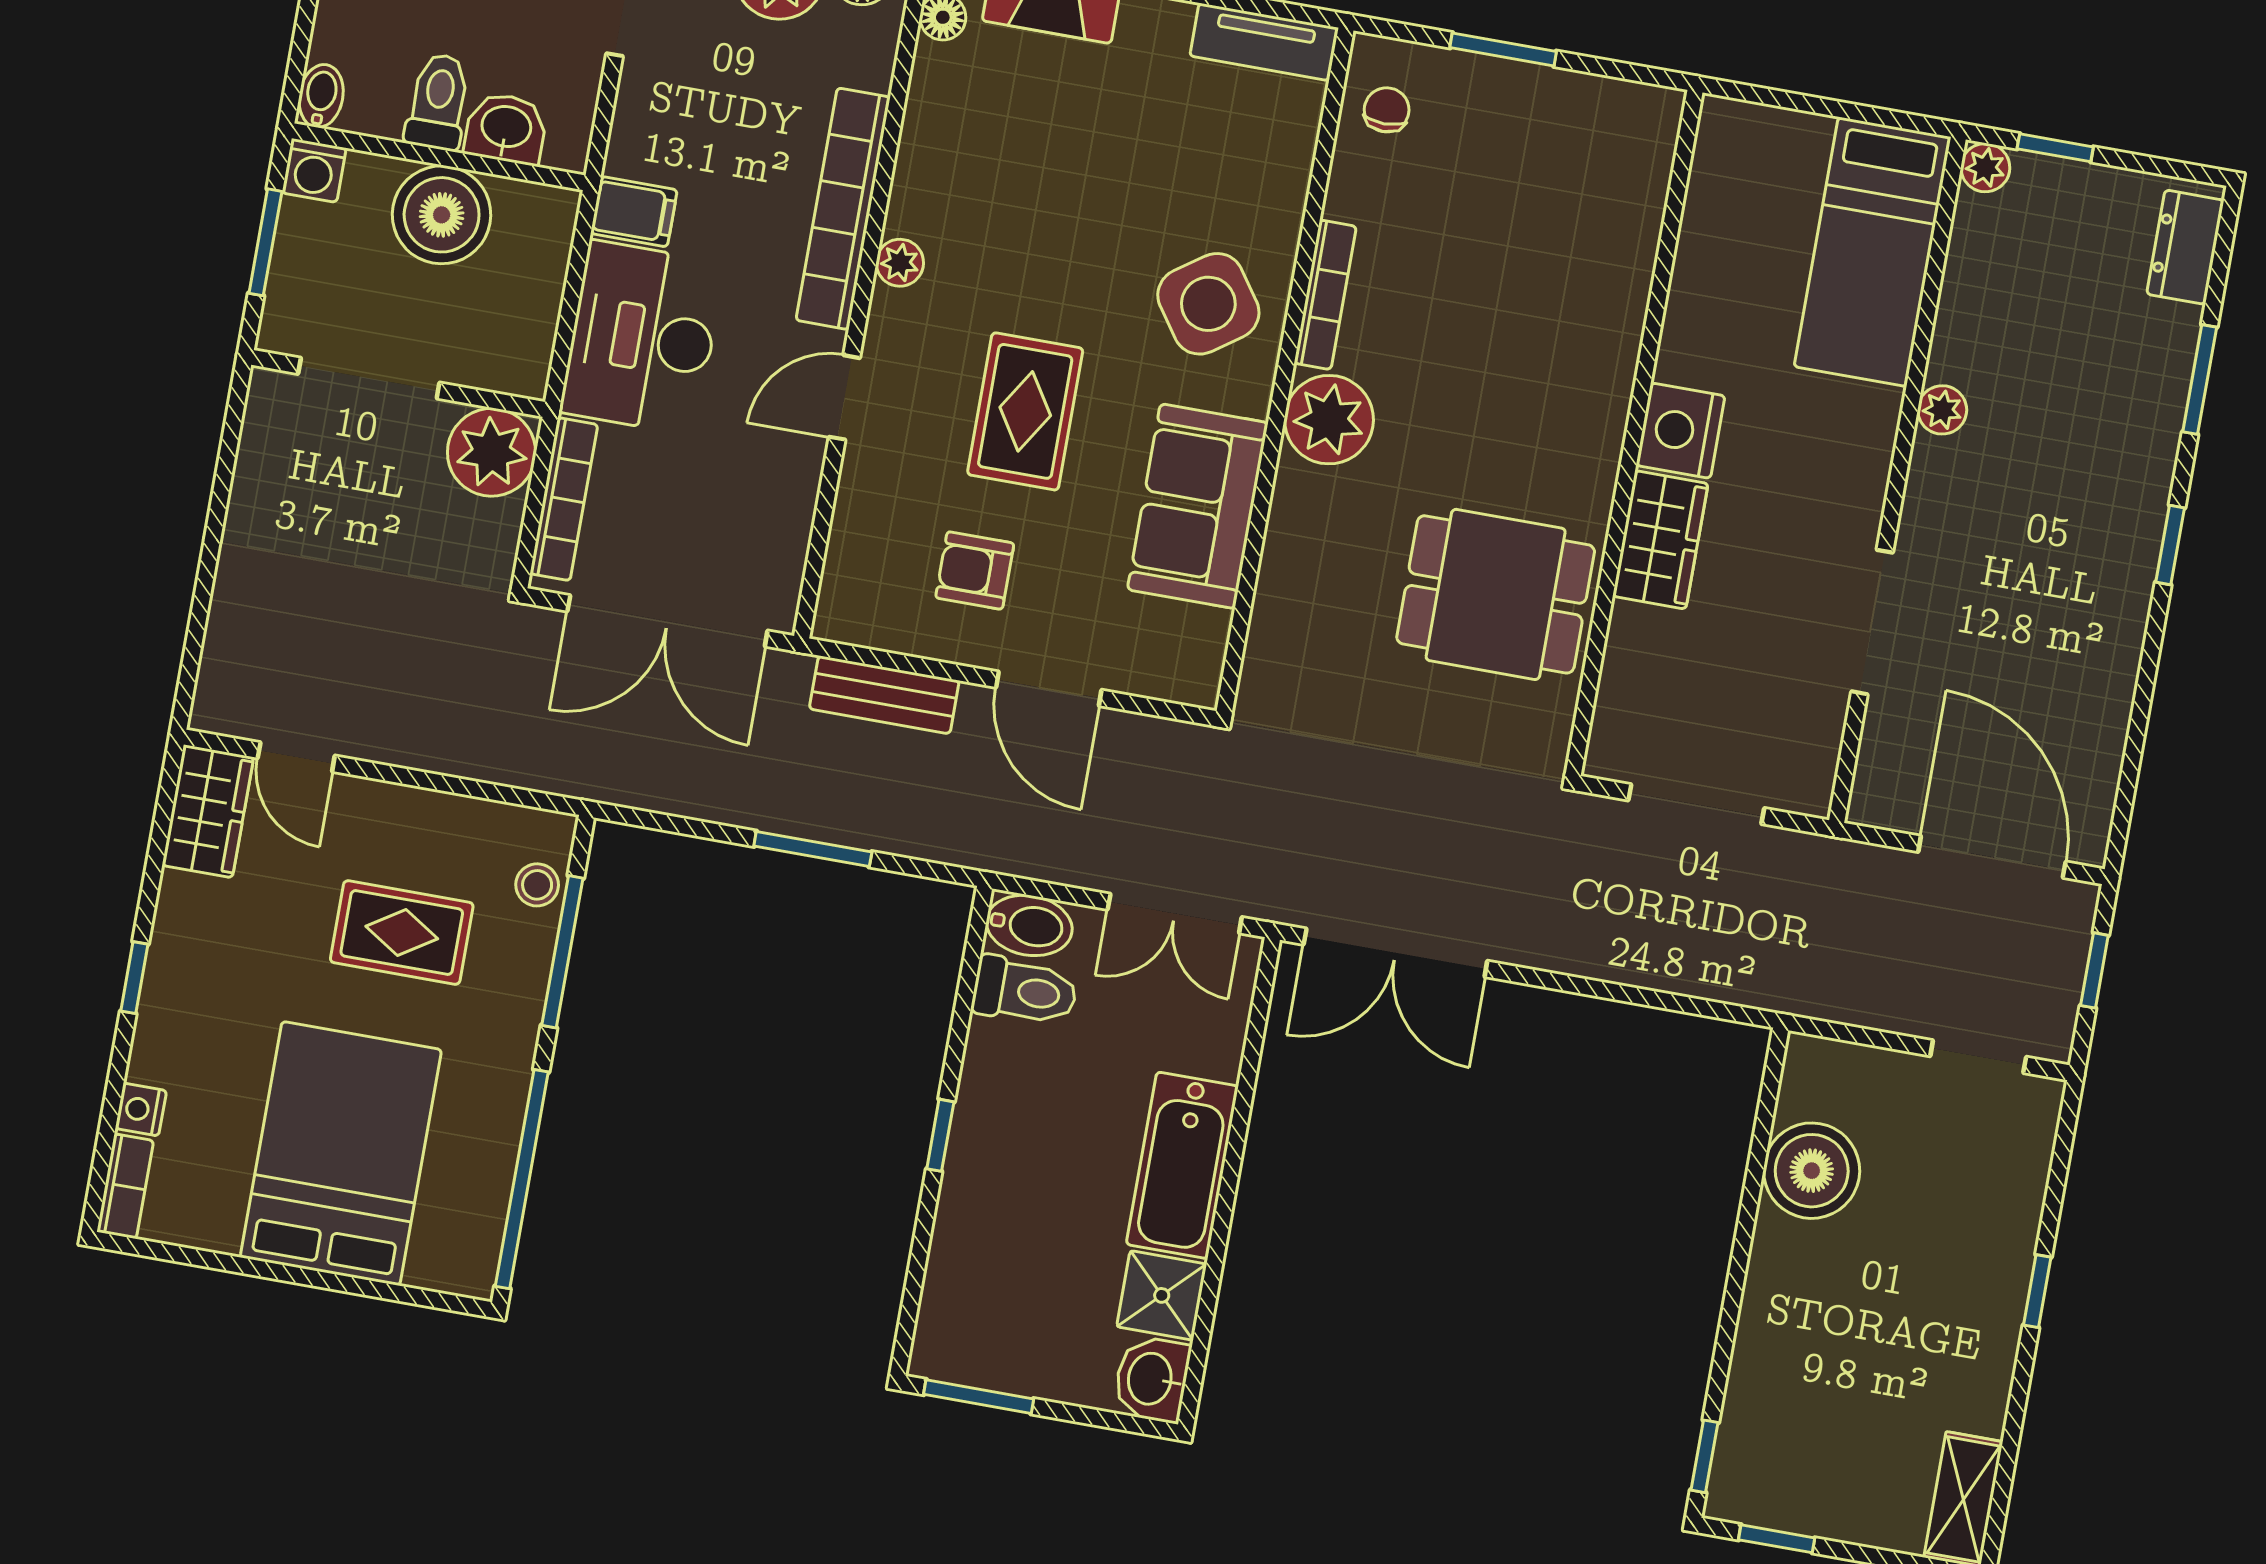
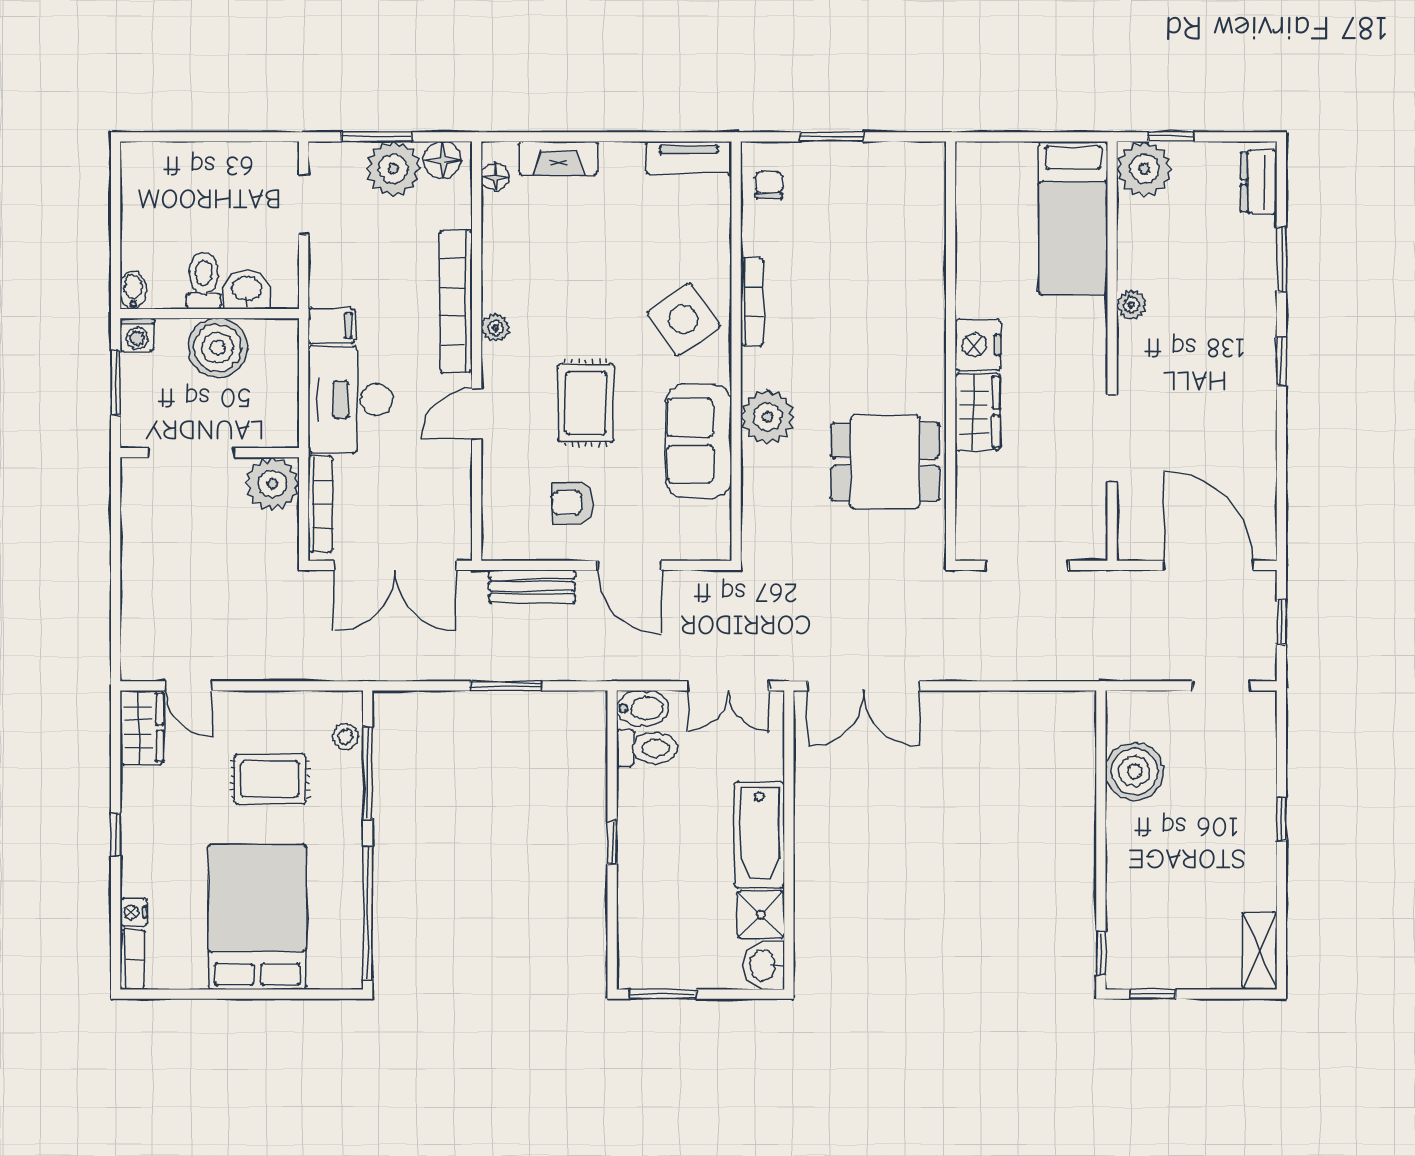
plant: (1985, 168) -> (1144, 169), width x1.87, depth x1.87
plant: (1329, 420) -> (768, 417), moved

